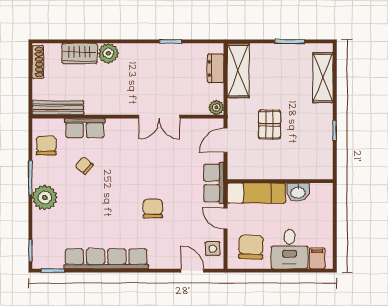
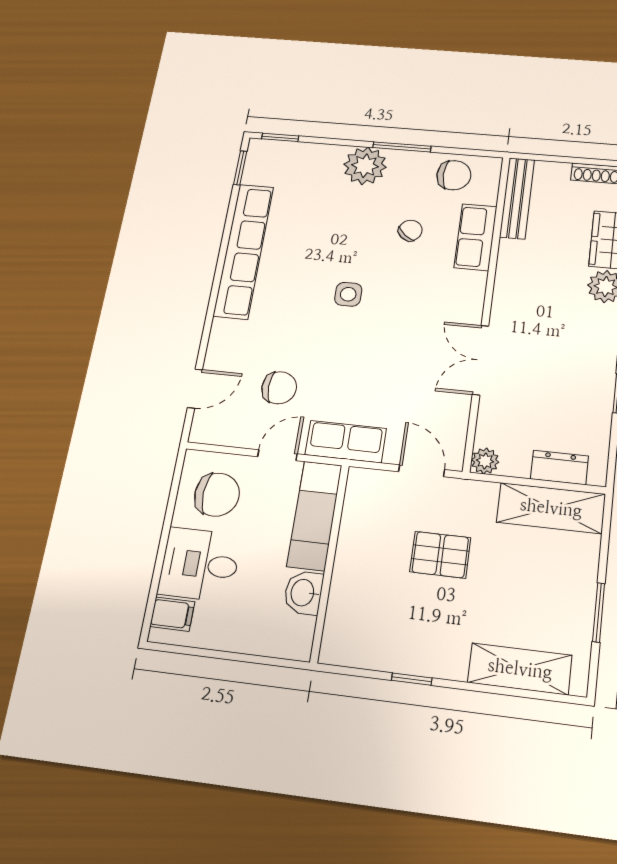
chair: (153, 208) -> (279, 388), moved
side table: (213, 249) -> (348, 294), moved

